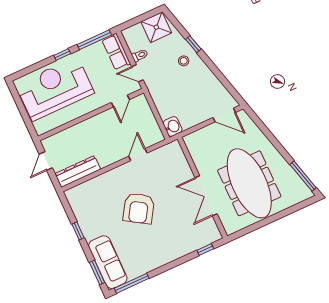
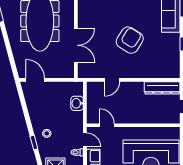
door: (120, 101) -> (107, 125), hinge flipped
washbasin: (173, 126) -> (77, 103), moved
double door: (206, 196) -> (76, 45), moved

